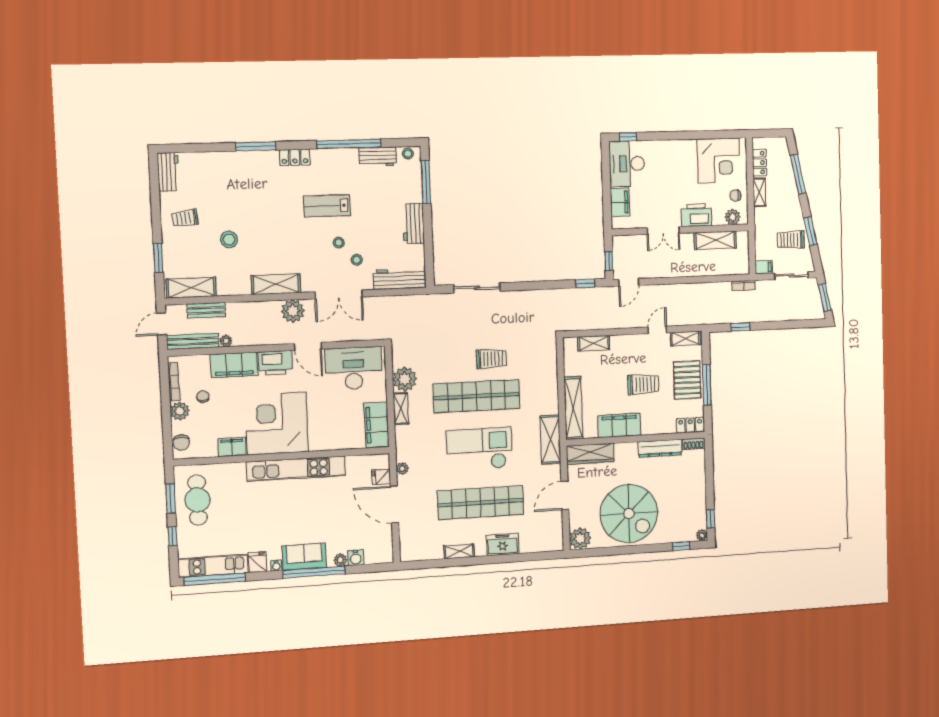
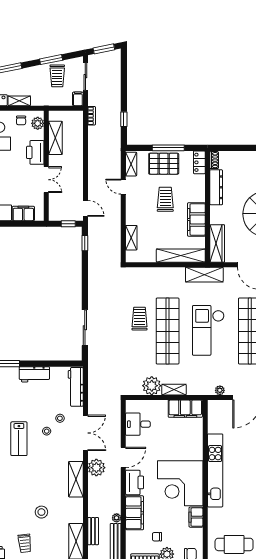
desk: (353, 368) -> (138, 424), width x0.53, depth x0.77
fridge: (381, 477) -> (225, 407), removed

